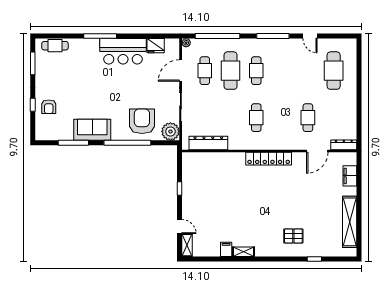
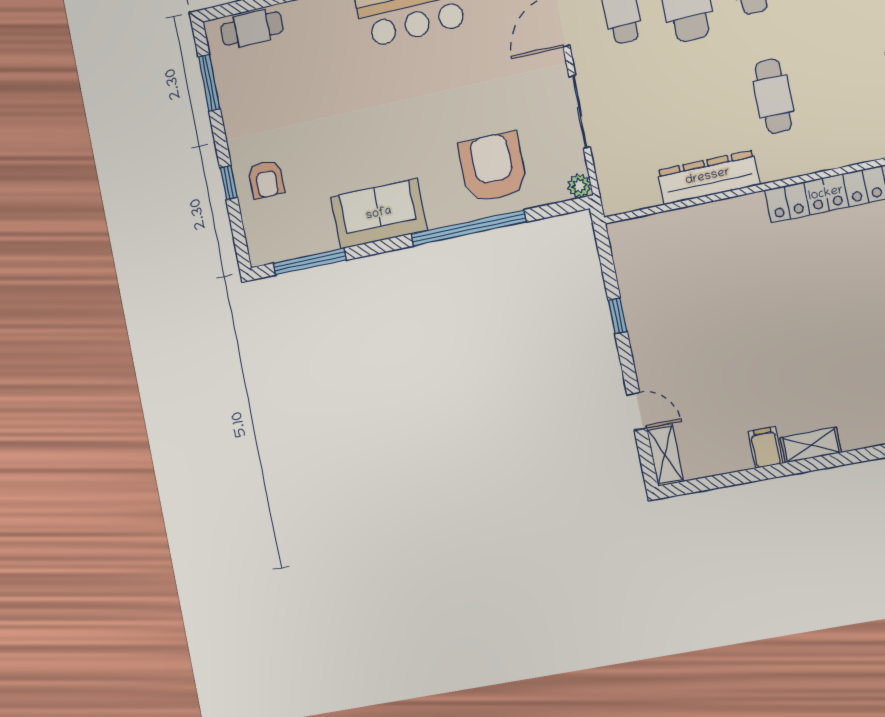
plant: (170, 131) -> (579, 186), width x0.53, depth x0.53
window: (73, 143) -> (310, 262), moved
dresser: (208, 143) -> (708, 177), moved

